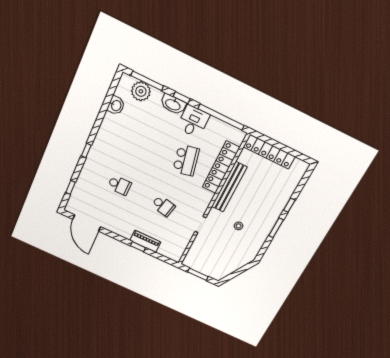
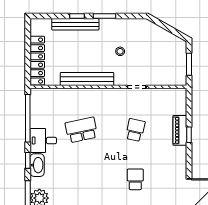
locker: (221, 167) -> (72, 96), removed
bench: (283, 200) -> (75, 24), added

